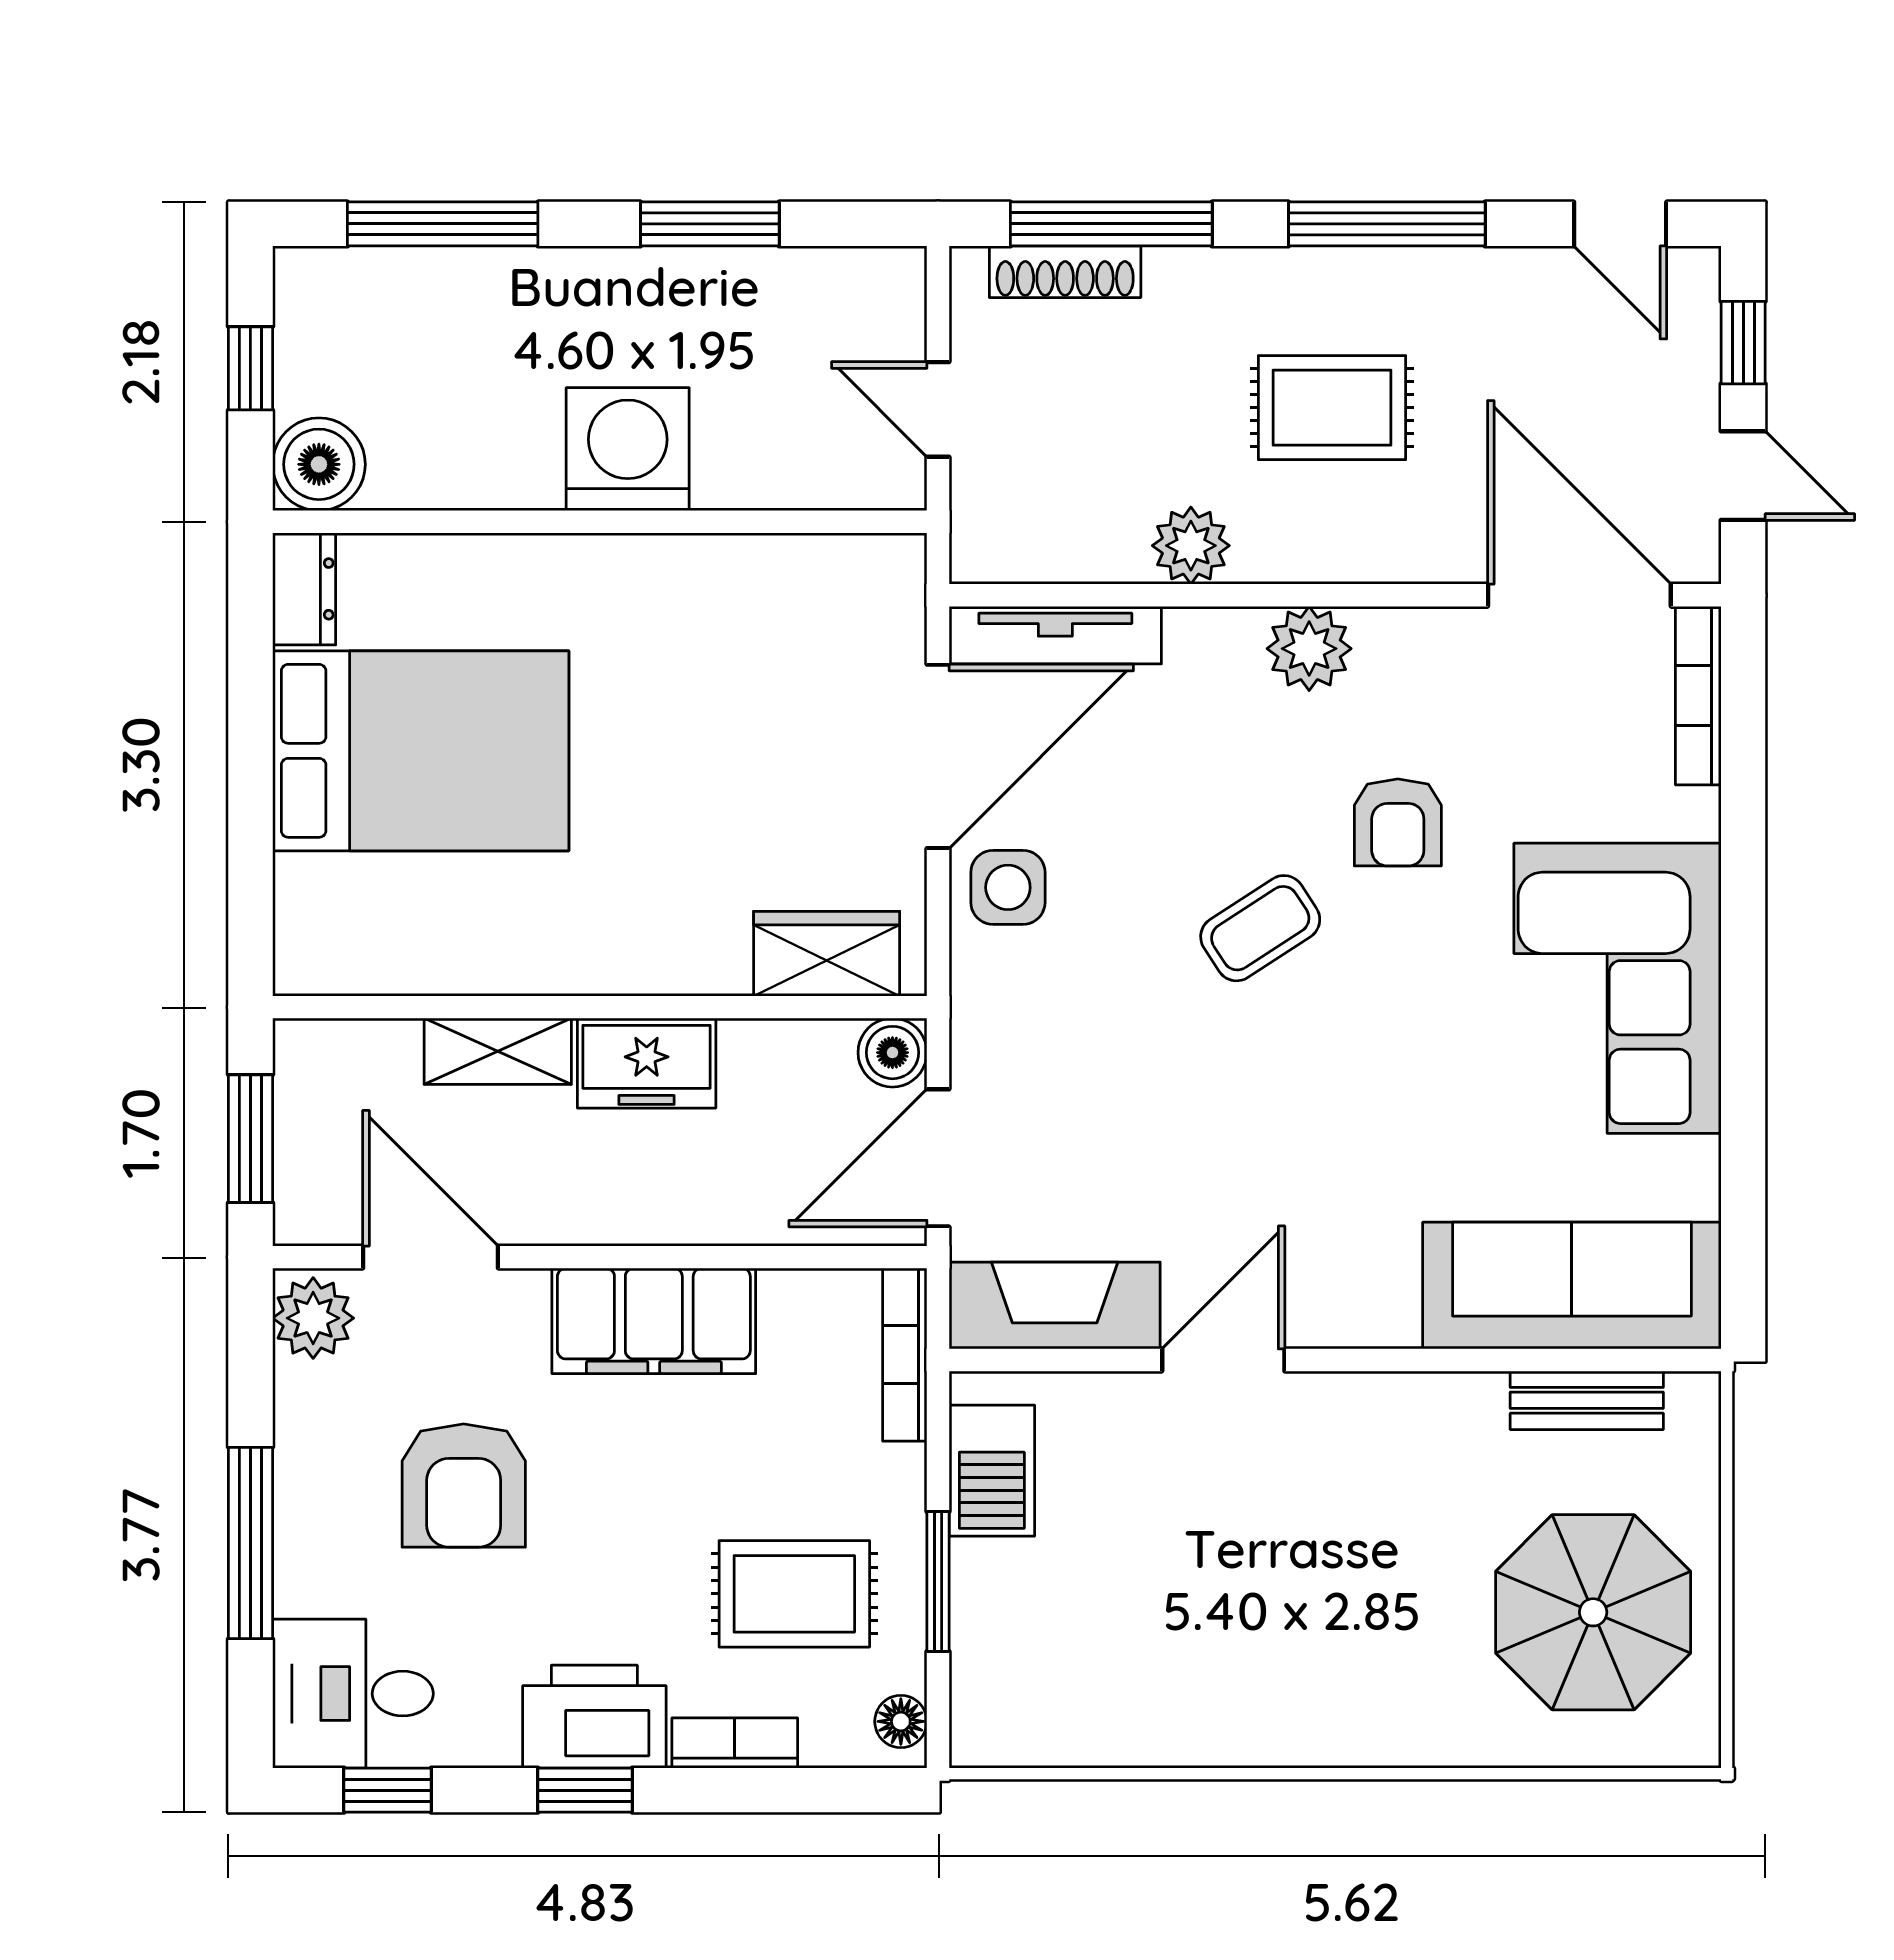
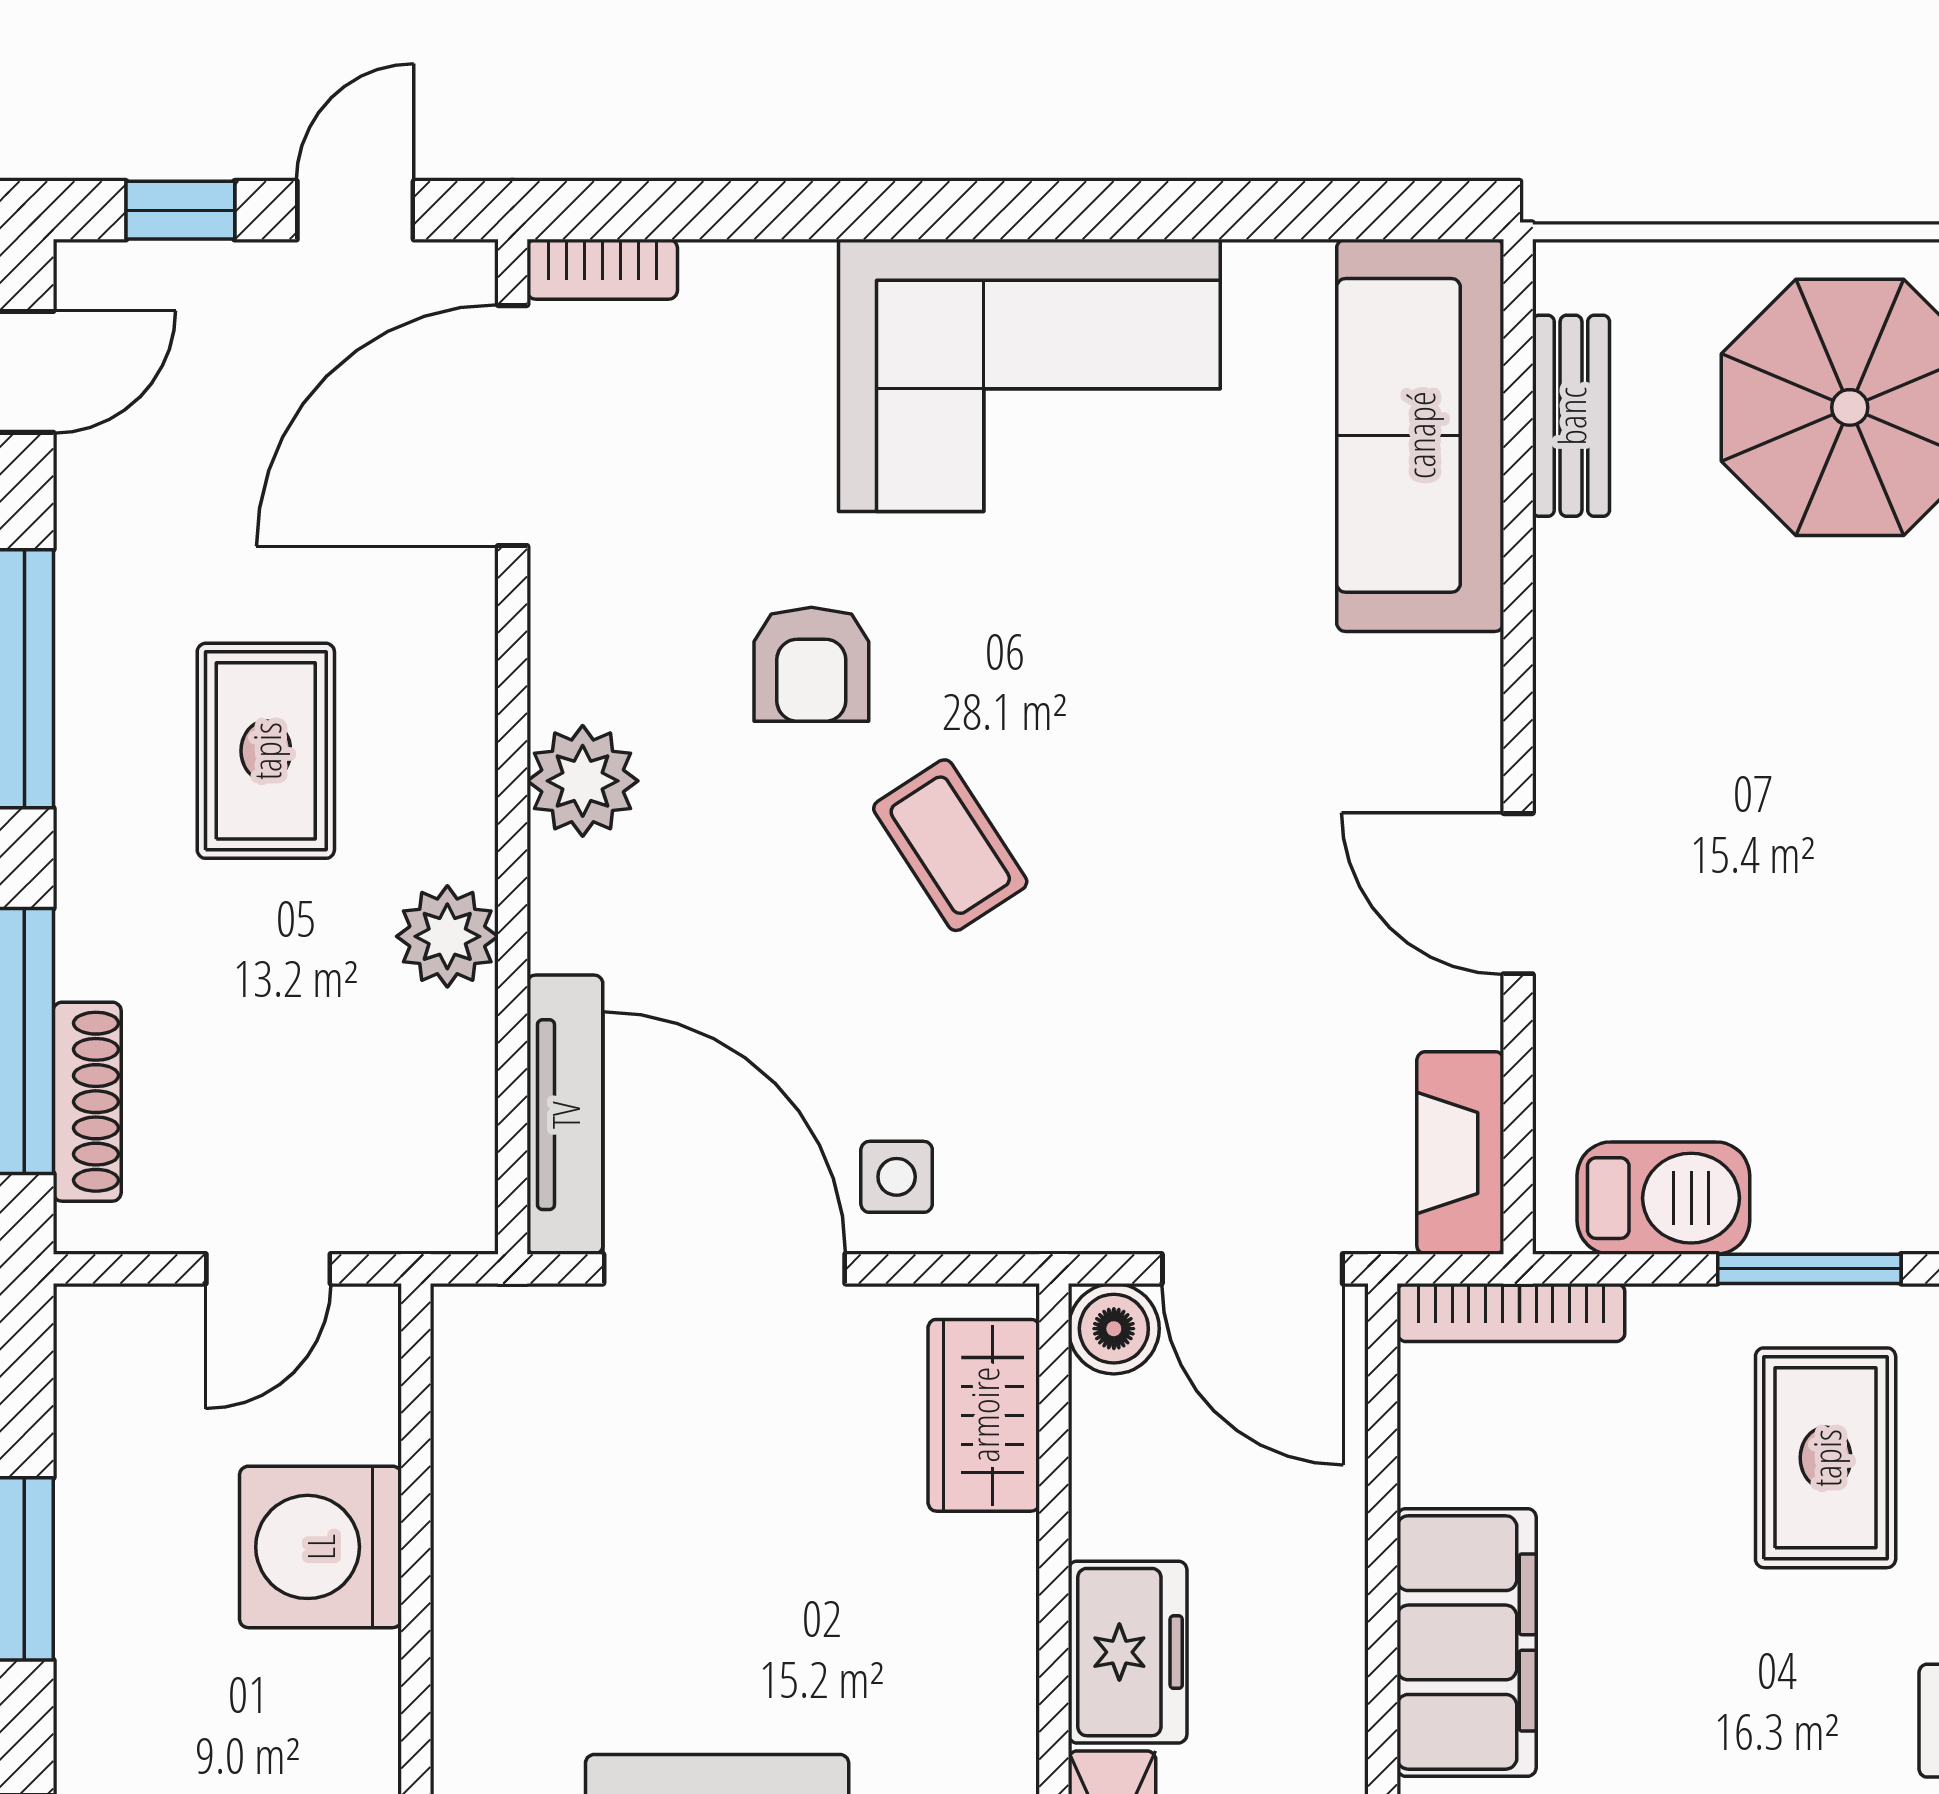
washing machine: (628, 449) -> (320, 1547), moved
bookcase: (1698, 696) -> (602, 269), width x0.64
armchair: (1398, 822) -> (811, 664), turned 90
side table: (1008, 887) -> (897, 1177), width x0.73, depth x0.73
fireplace: (1055, 1306) -> (1460, 1153), width x0.73, depth x0.76

